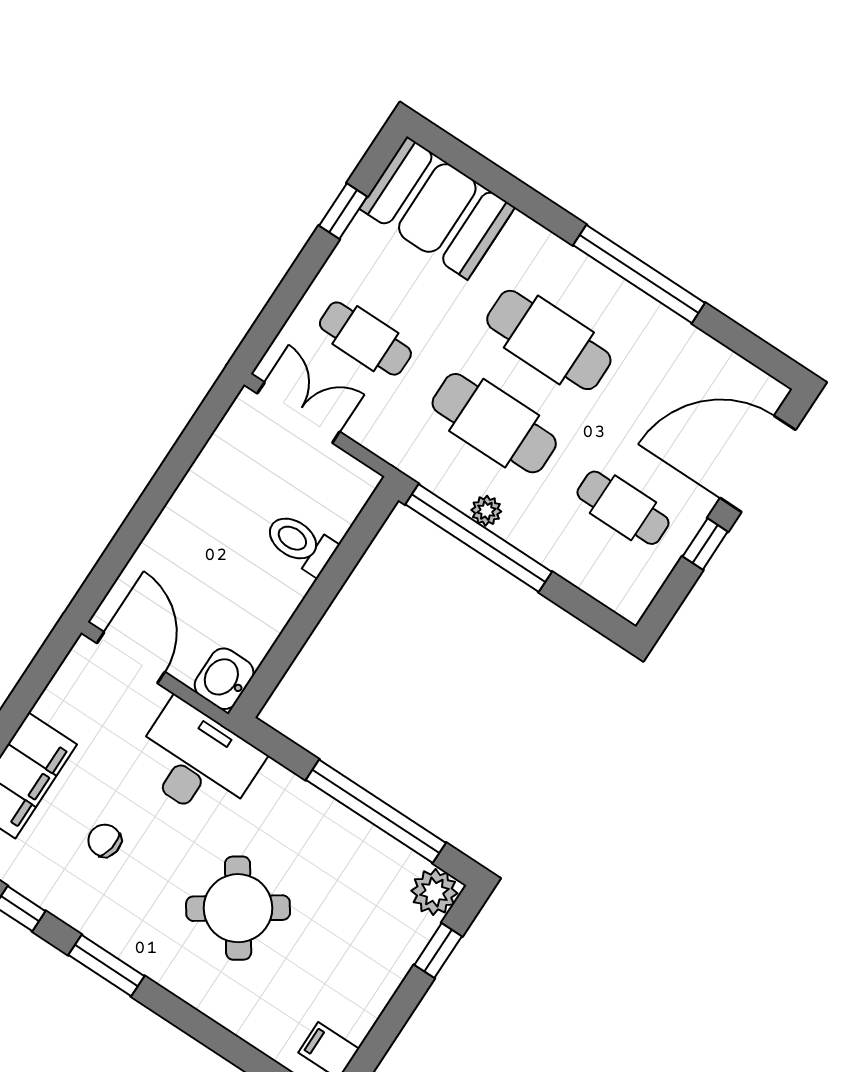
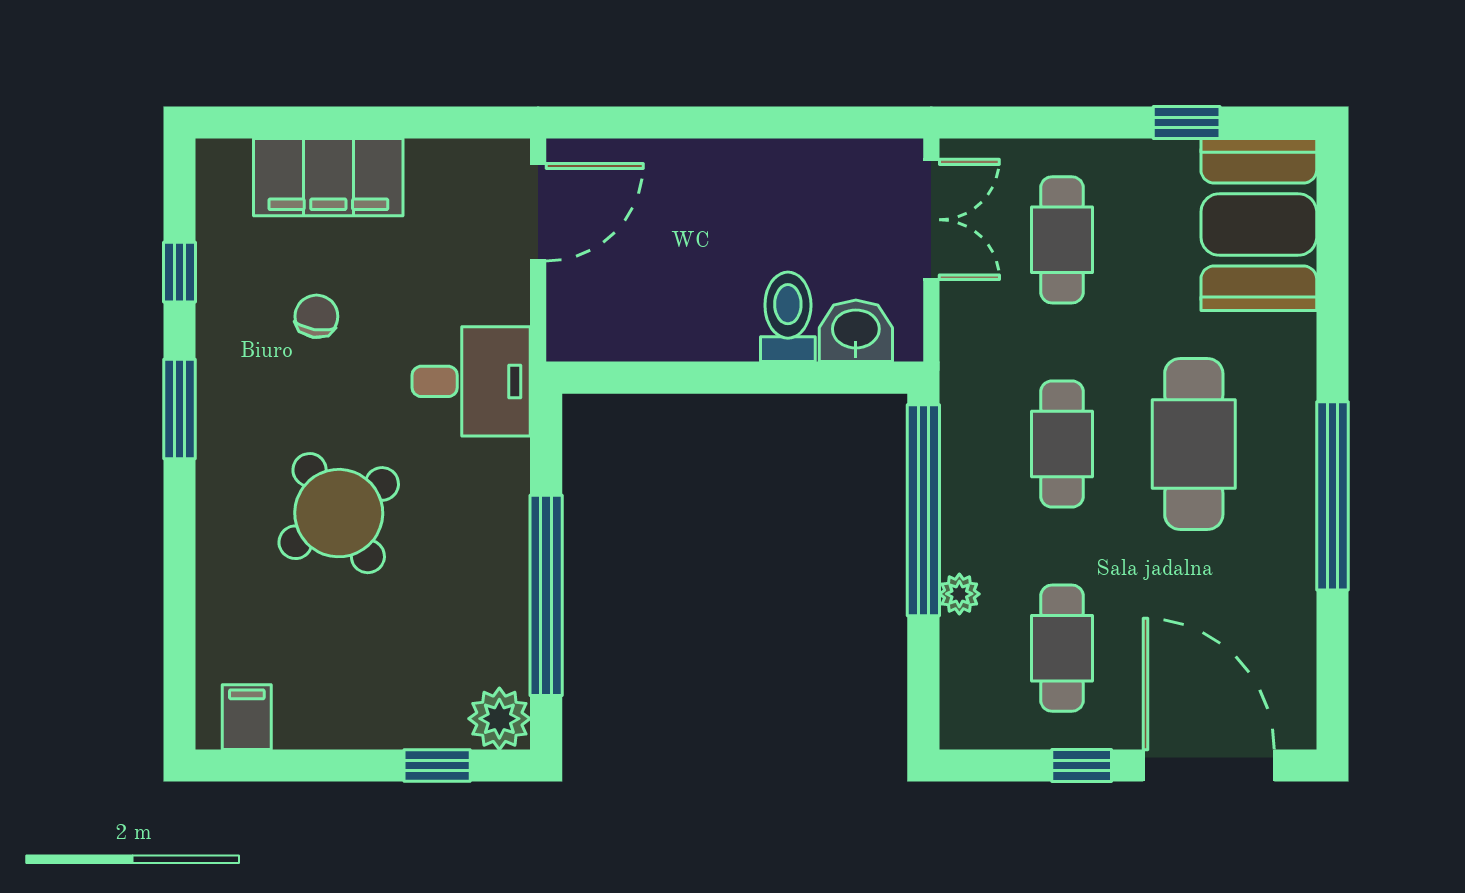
cafe table: (494, 423) -> (1062, 444), width x0.73, depth x0.74
plant: (486, 511) -> (959, 594), moved
washbasin: (224, 679) -> (856, 331), moved
desk: (197, 762) -> (471, 381), width x0.73

